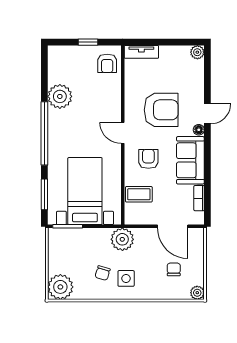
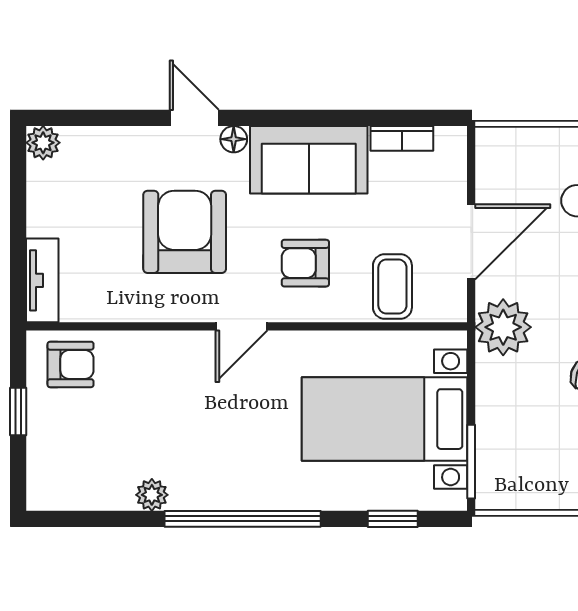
plant: (60, 96) -> (152, 495), width x0.53, depth x0.53
window: (44, 194) -> (393, 519), width x0.67
door: (173, 226) -> (471, 242), moved

